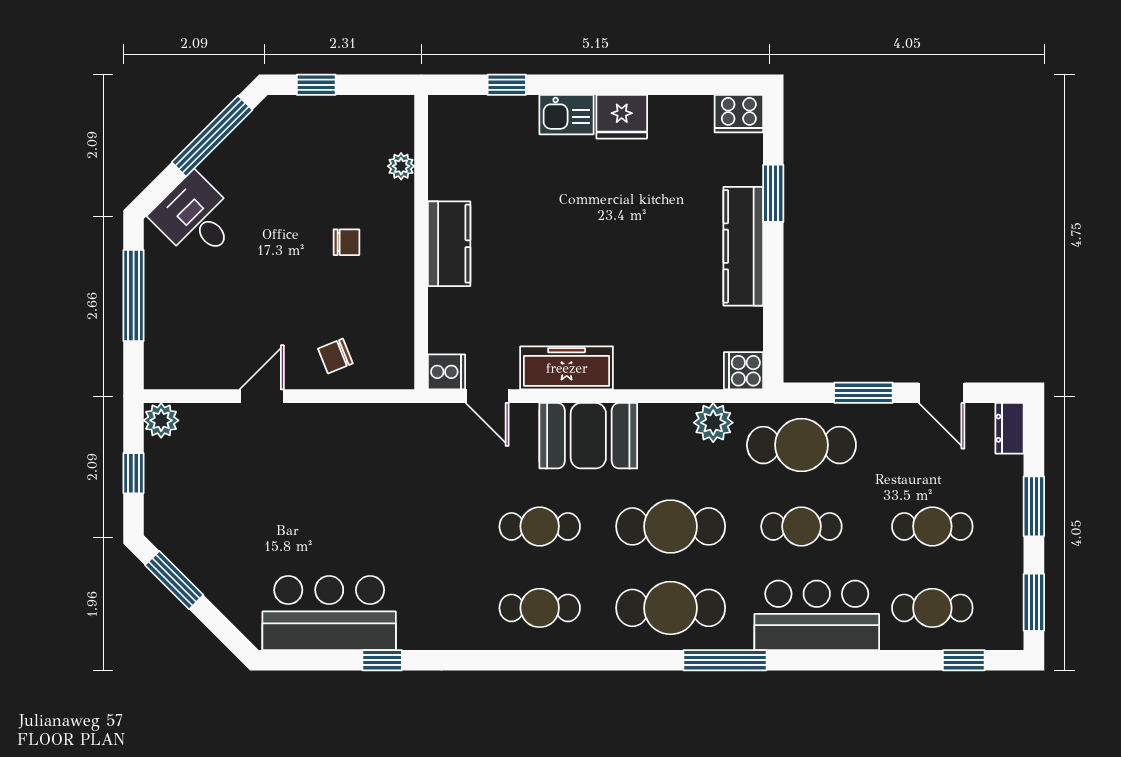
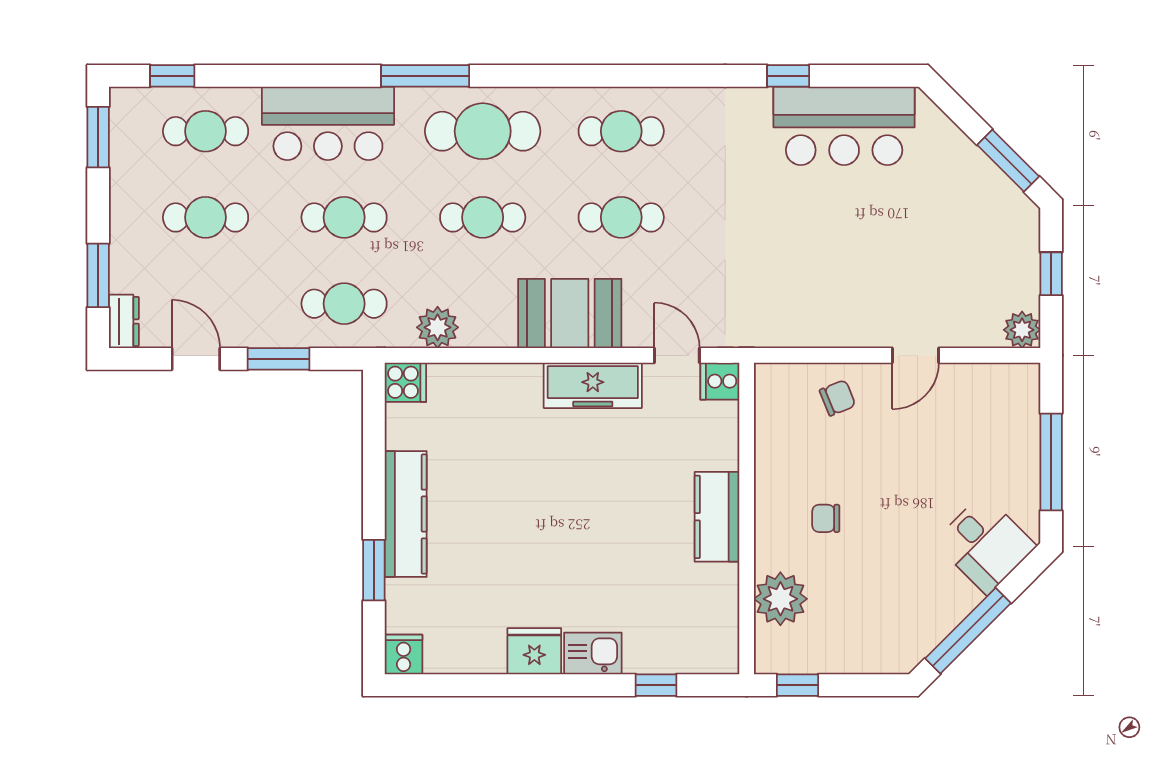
window: (316, 85) -> (797, 685), moved
cooker: (739, 114) -> (404, 654), width x0.73
plant: (401, 166) -> (780, 599), width x1.87, depth x1.87
cafe table: (801, 445) -> (344, 304), width x0.73, depth x0.74
window: (1034, 506) -> (98, 275), moved
cafe table: (671, 526) -> (483, 217), width x0.73, depth x0.74

